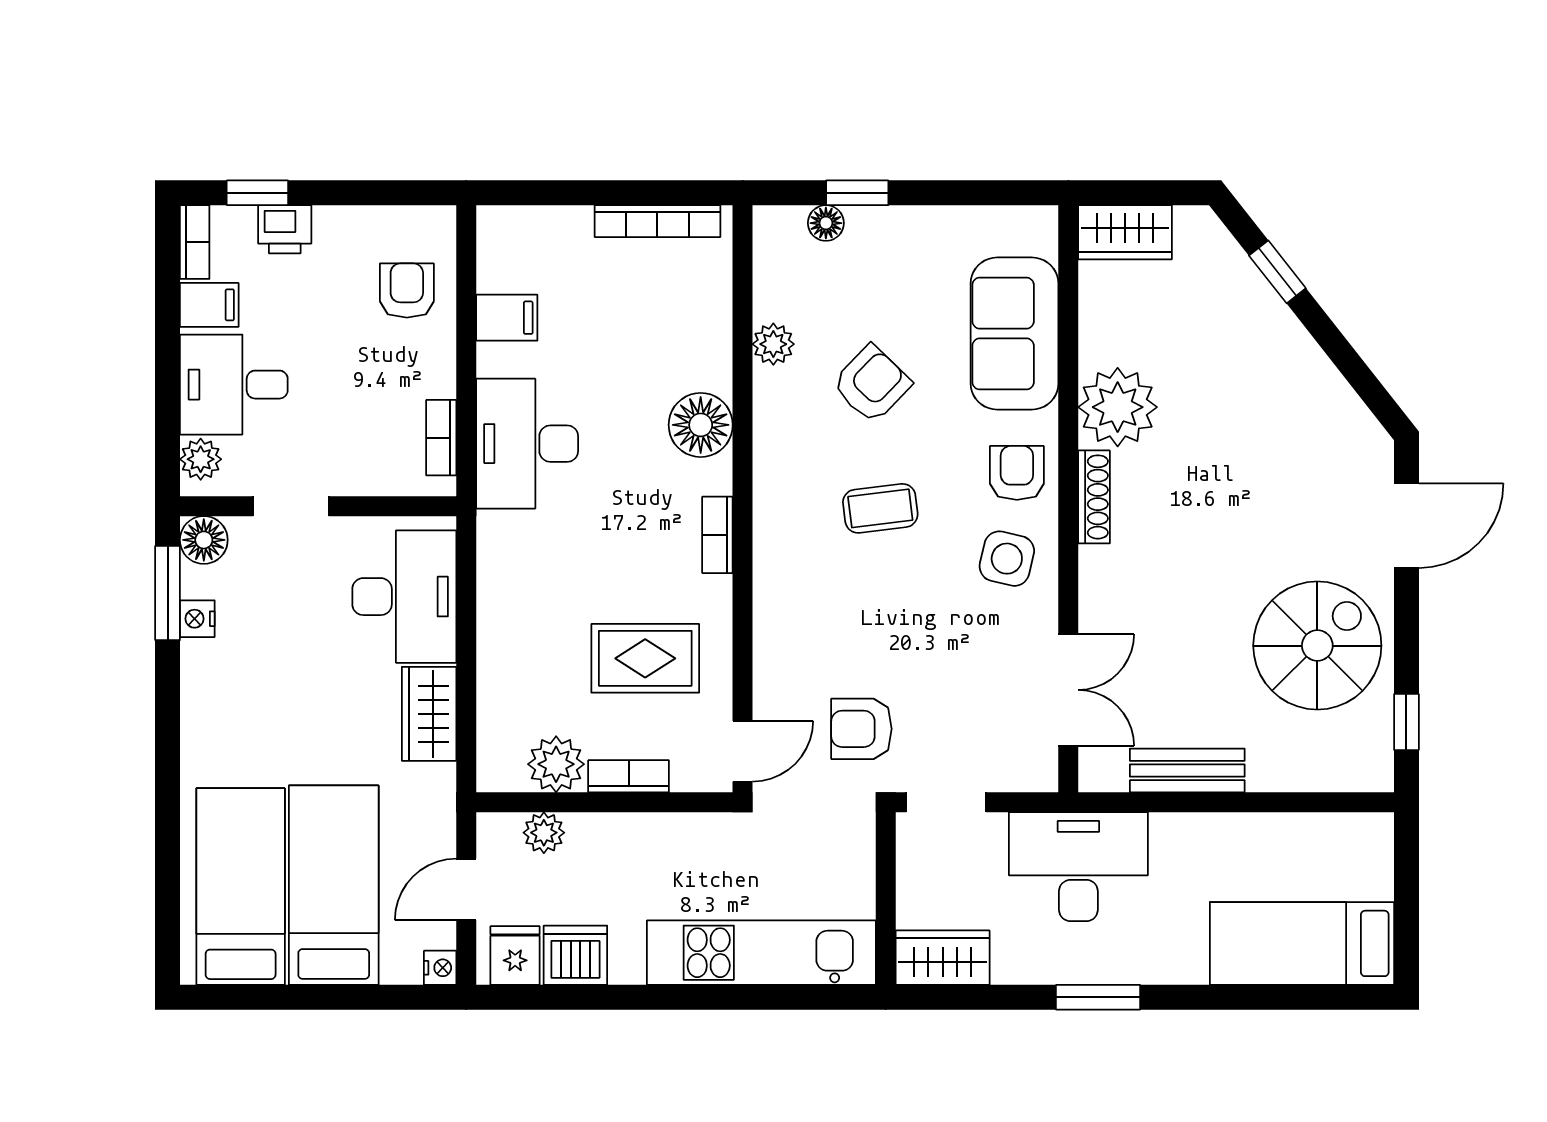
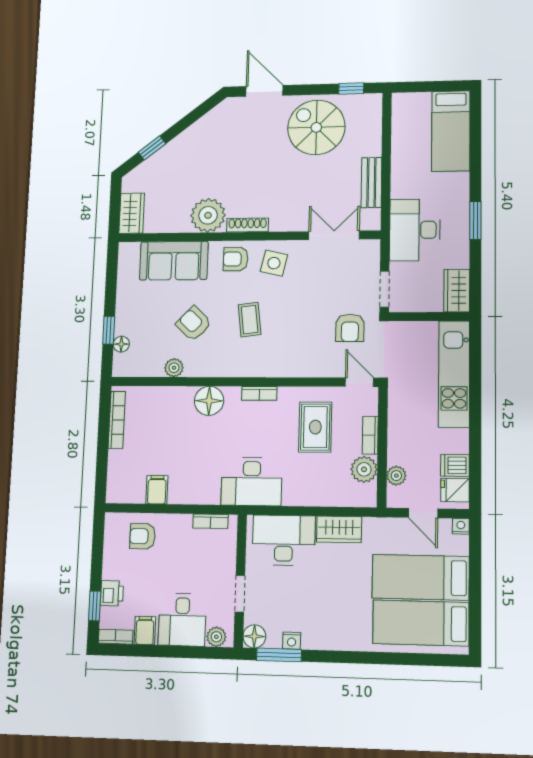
desk: (527, 444) -> (252, 482), moved
dishwasher: (575, 955) -> (455, 465), width x0.73

